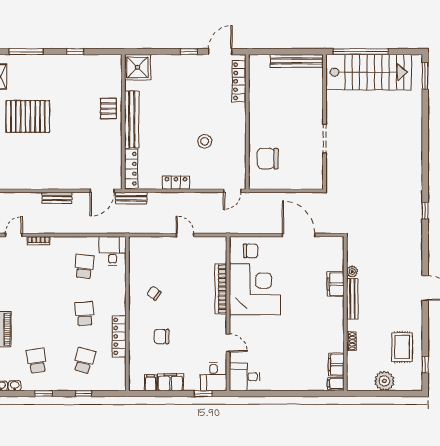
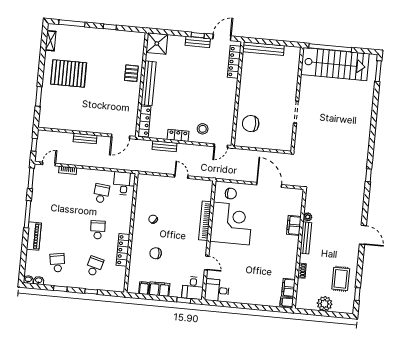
bench: (190, 60) -> (198, 42), added
bench: (297, 61) -> (263, 49), moved
stool: (205, 141) -> (203, 129), moved
bench: (131, 198) -> (164, 146), moved

